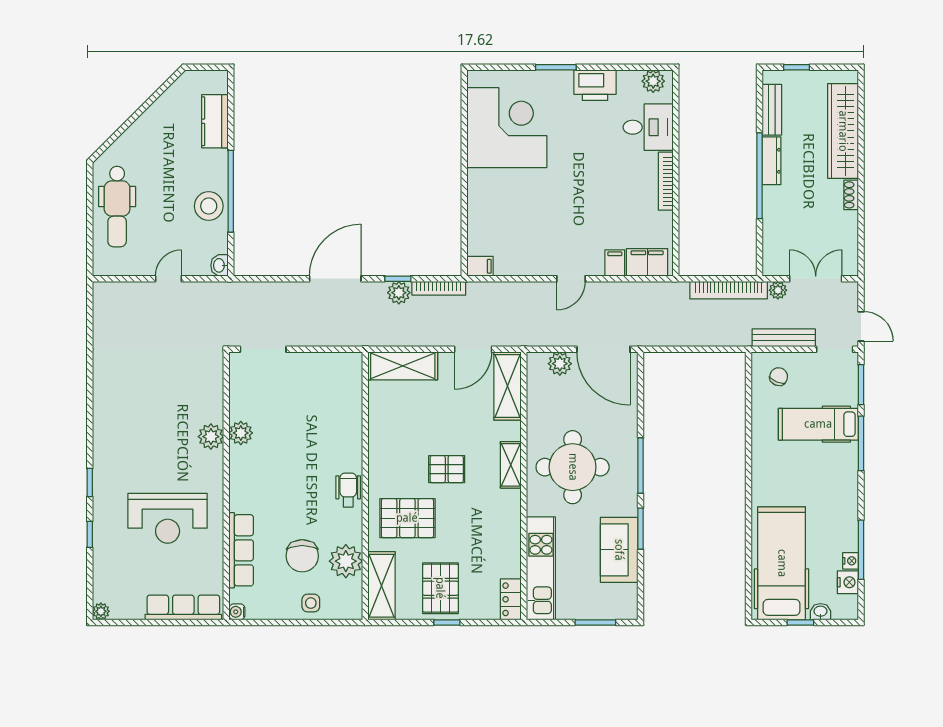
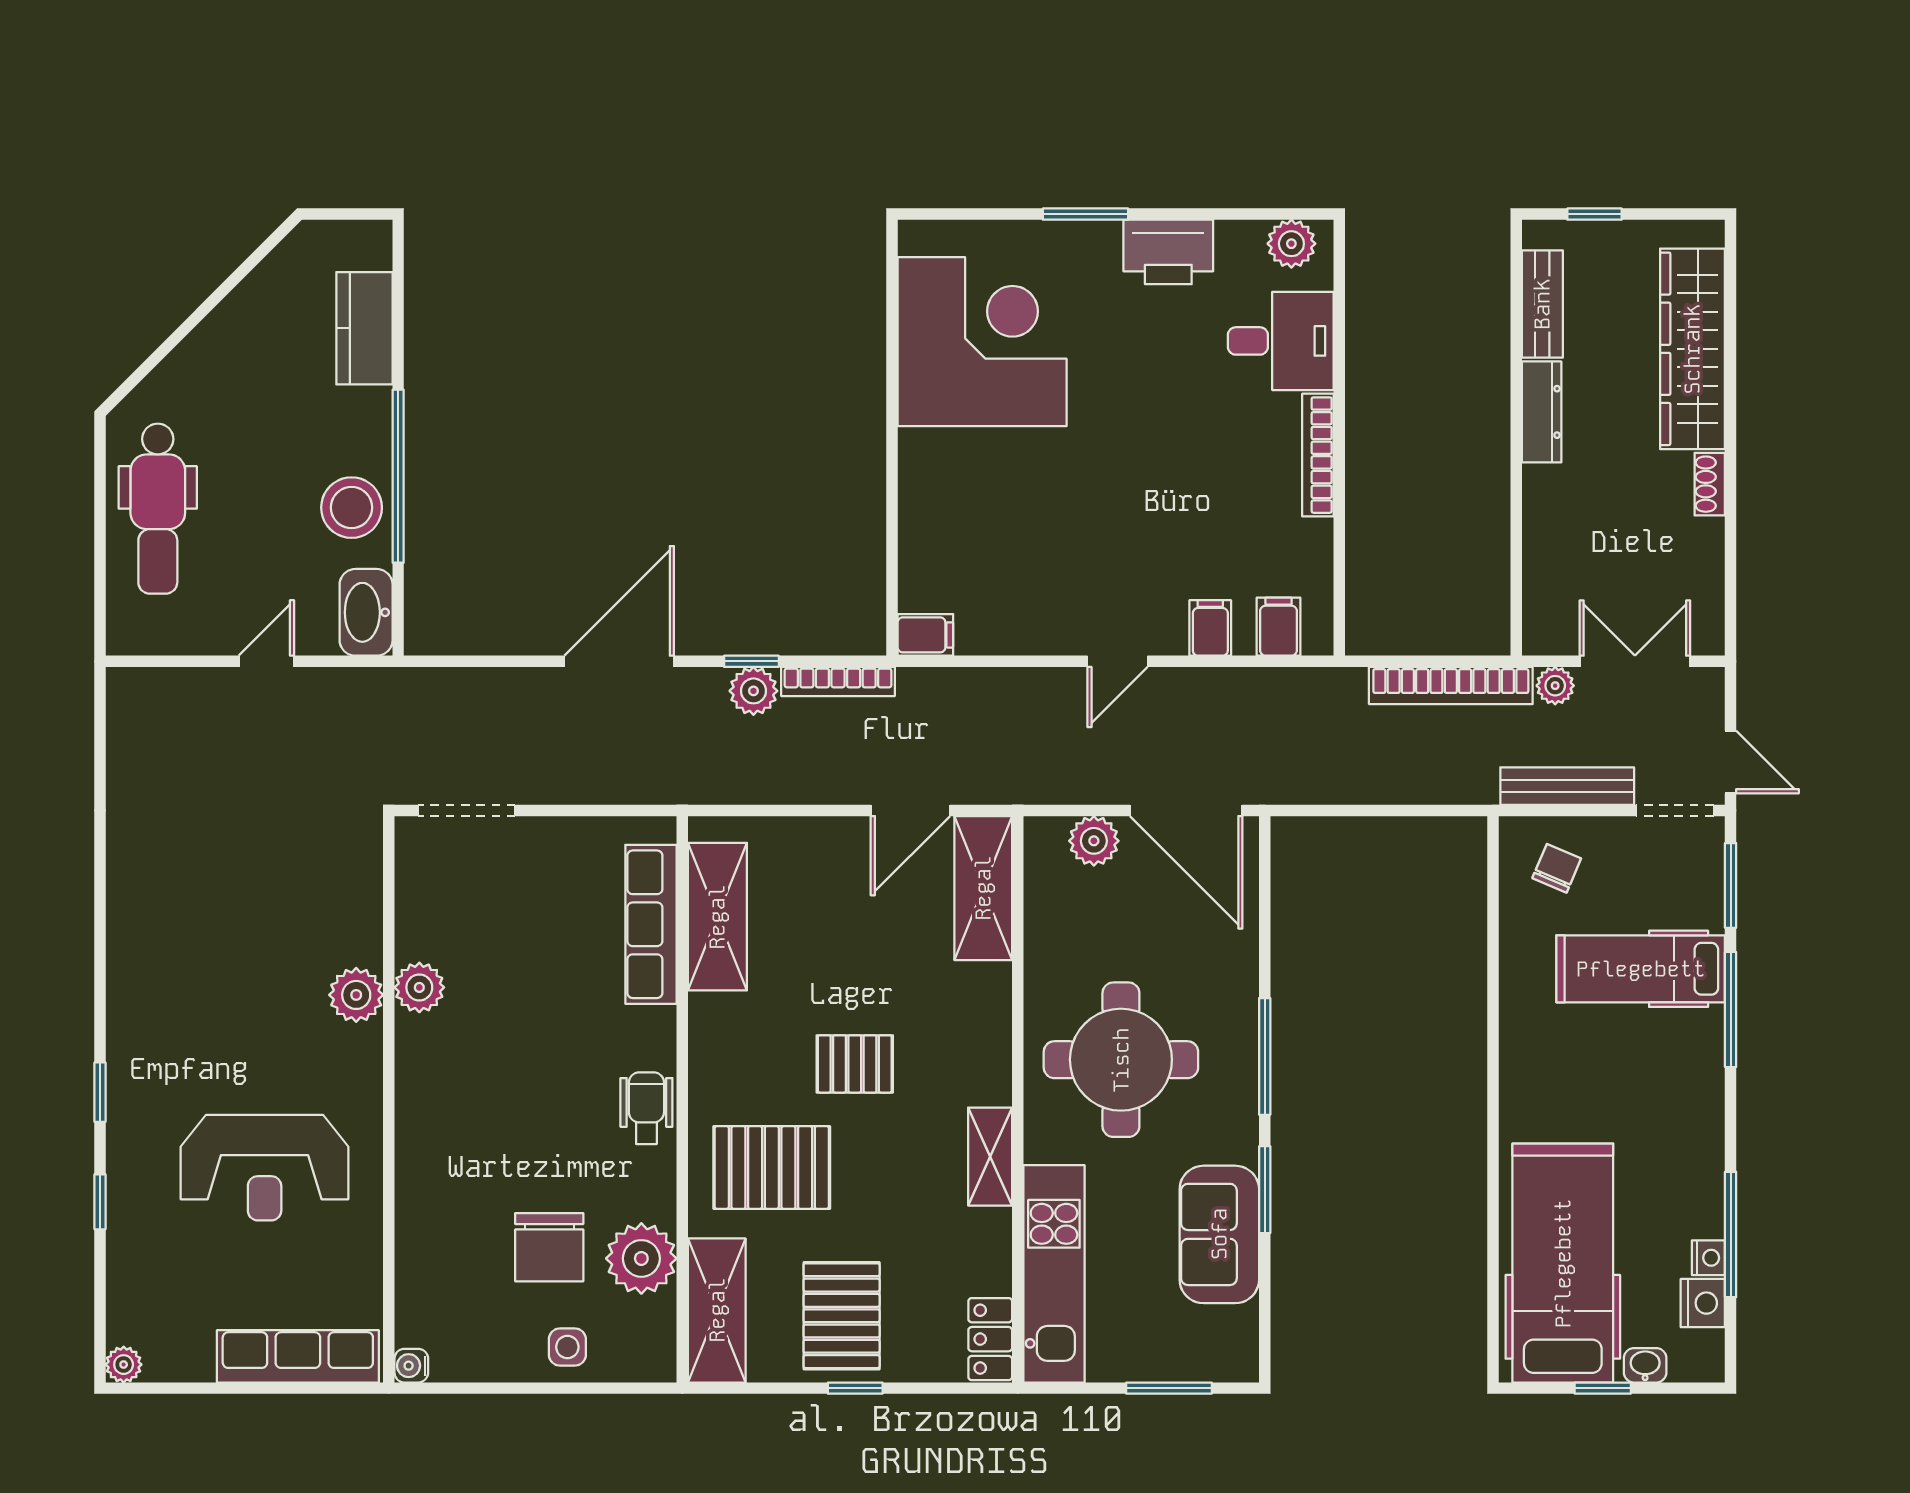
window: (760, 176) -> (1516, 444), removed
filing cabinet: (647, 262) -> (1278, 627), width x0.50
washbasin: (219, 265) -> (366, 612), width x1.91, depth x1.45
shelving: (403, 366) -> (717, 917), moved, turned 90
shelving: (511, 465) -> (990, 1157), moved
row of seats: (241, 550) -> (651, 924), moved, turned 180

